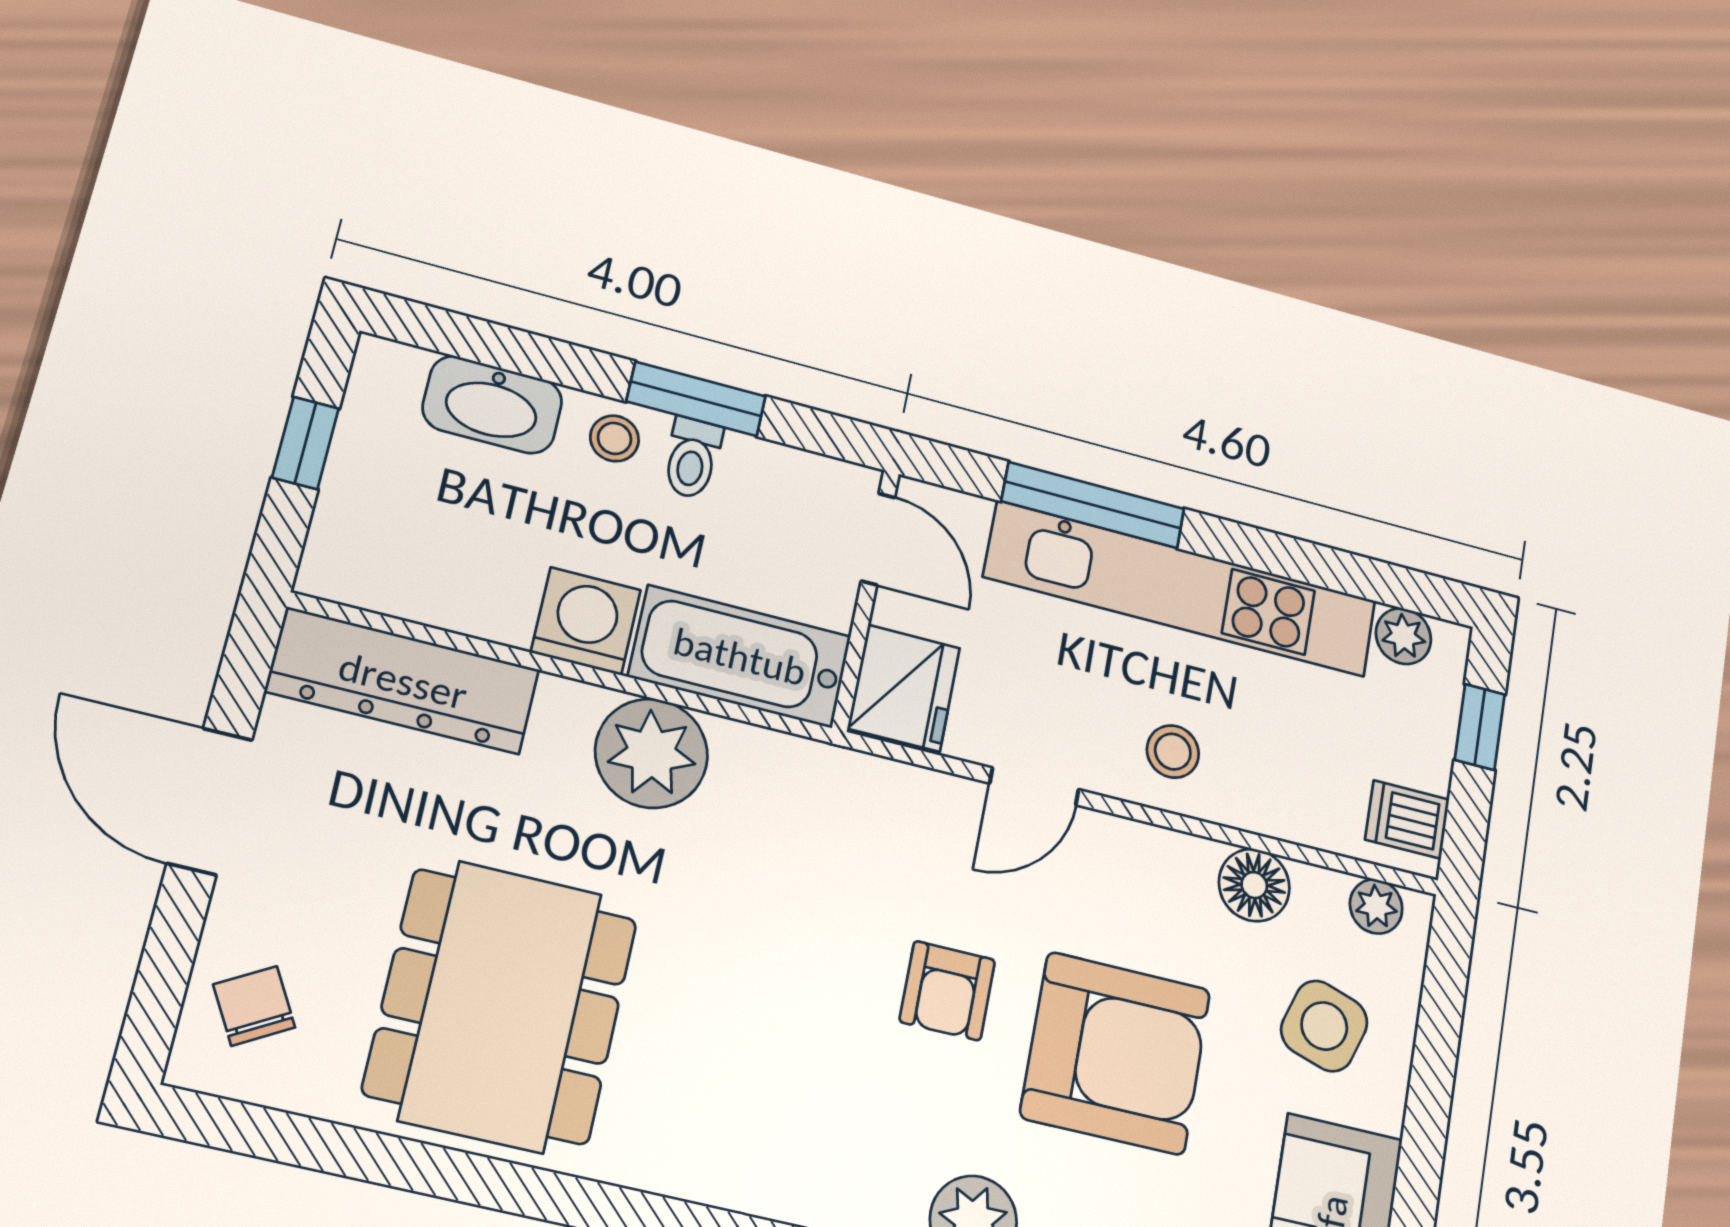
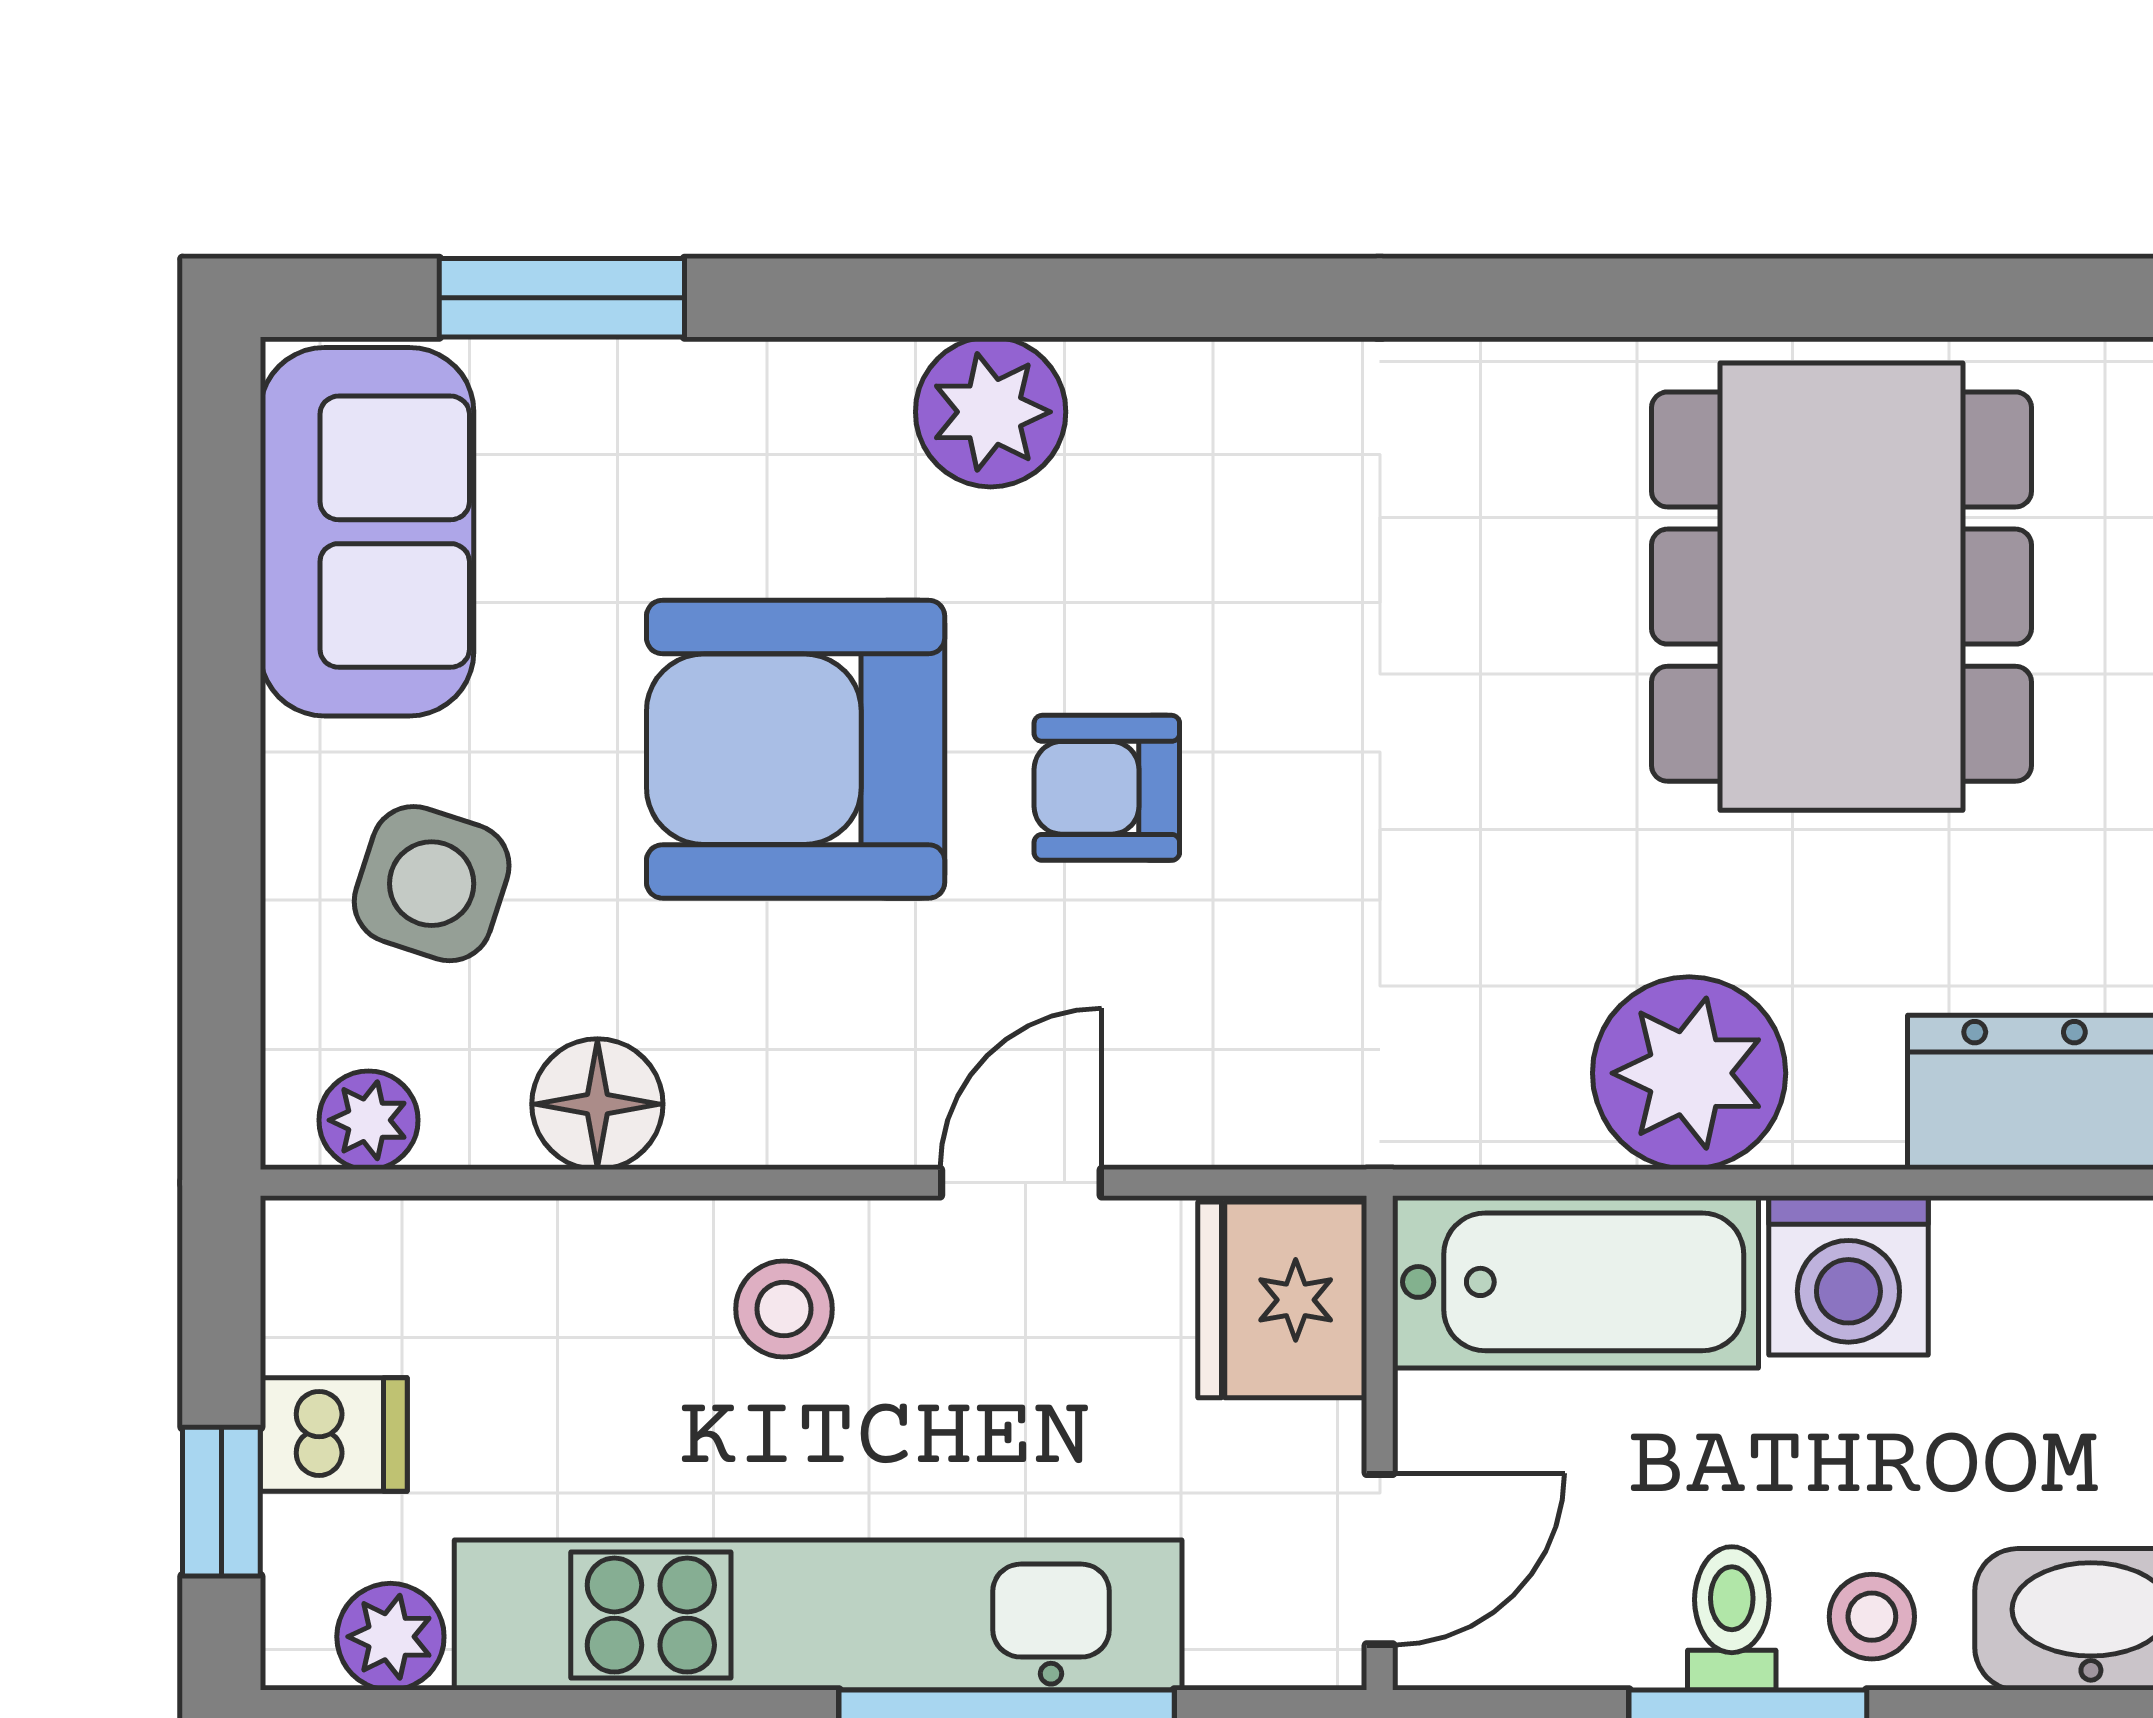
door: (878, 539) -> (1380, 1559), swing flipped
dishwasher: (1407, 820) -> (334, 1435), moved
armchair: (947, 991) -> (1107, 788), turned -90

